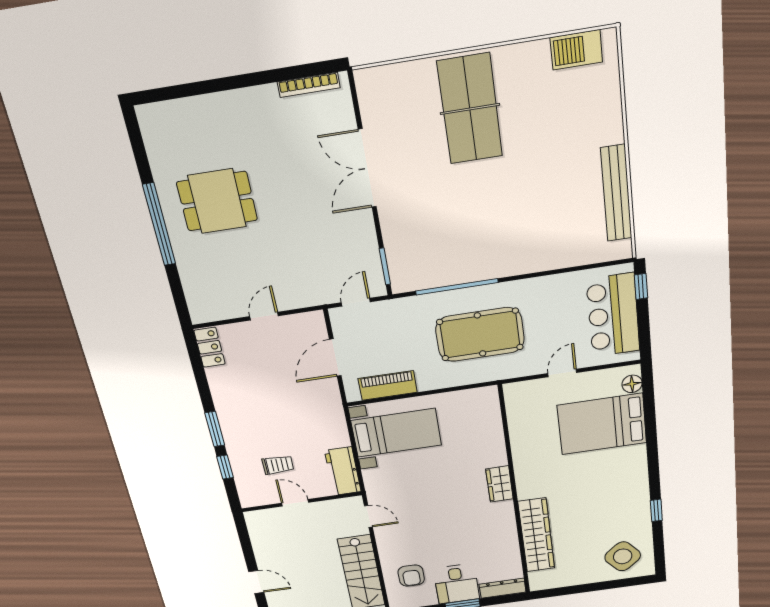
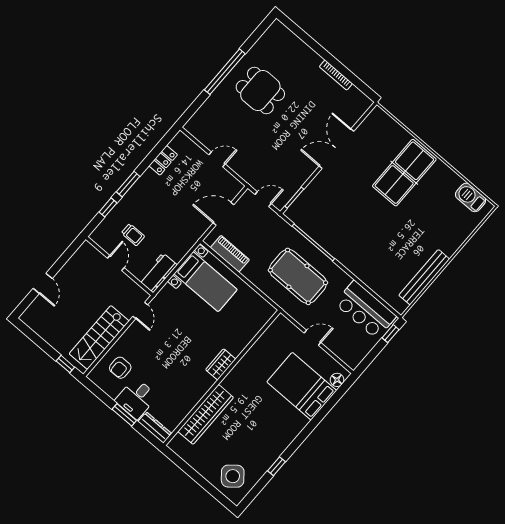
bookcase: (309, 85) -> (336, 75), moved
bar counter: (613, 315) -> (365, 310), moved, turned -90
locker: (210, 347) -> (163, 160), moved

